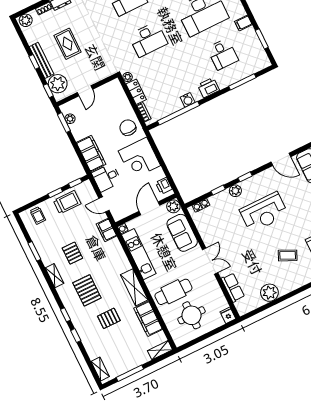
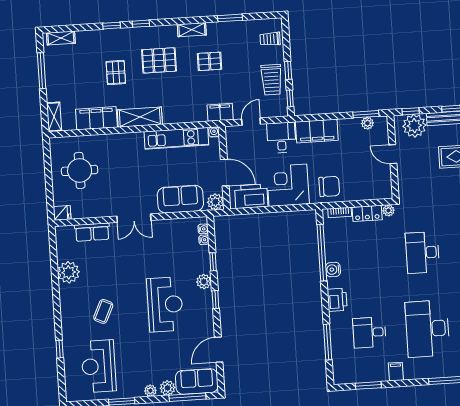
printer: (164, 186) -> (251, 196), width x1.87, depth x1.48
reception desk: (264, 212) -> (165, 304), turned 180
cafe table: (173, 292) -> (116, 161), removed

